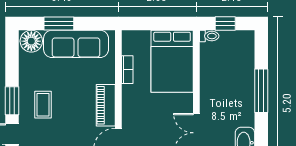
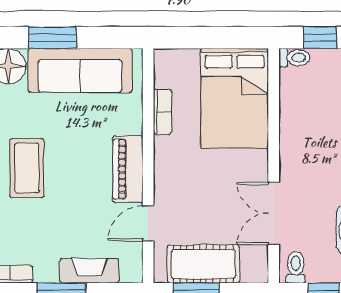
coffee table: (43, 105) -> (27, 168), width x1.36, depth x1.30

